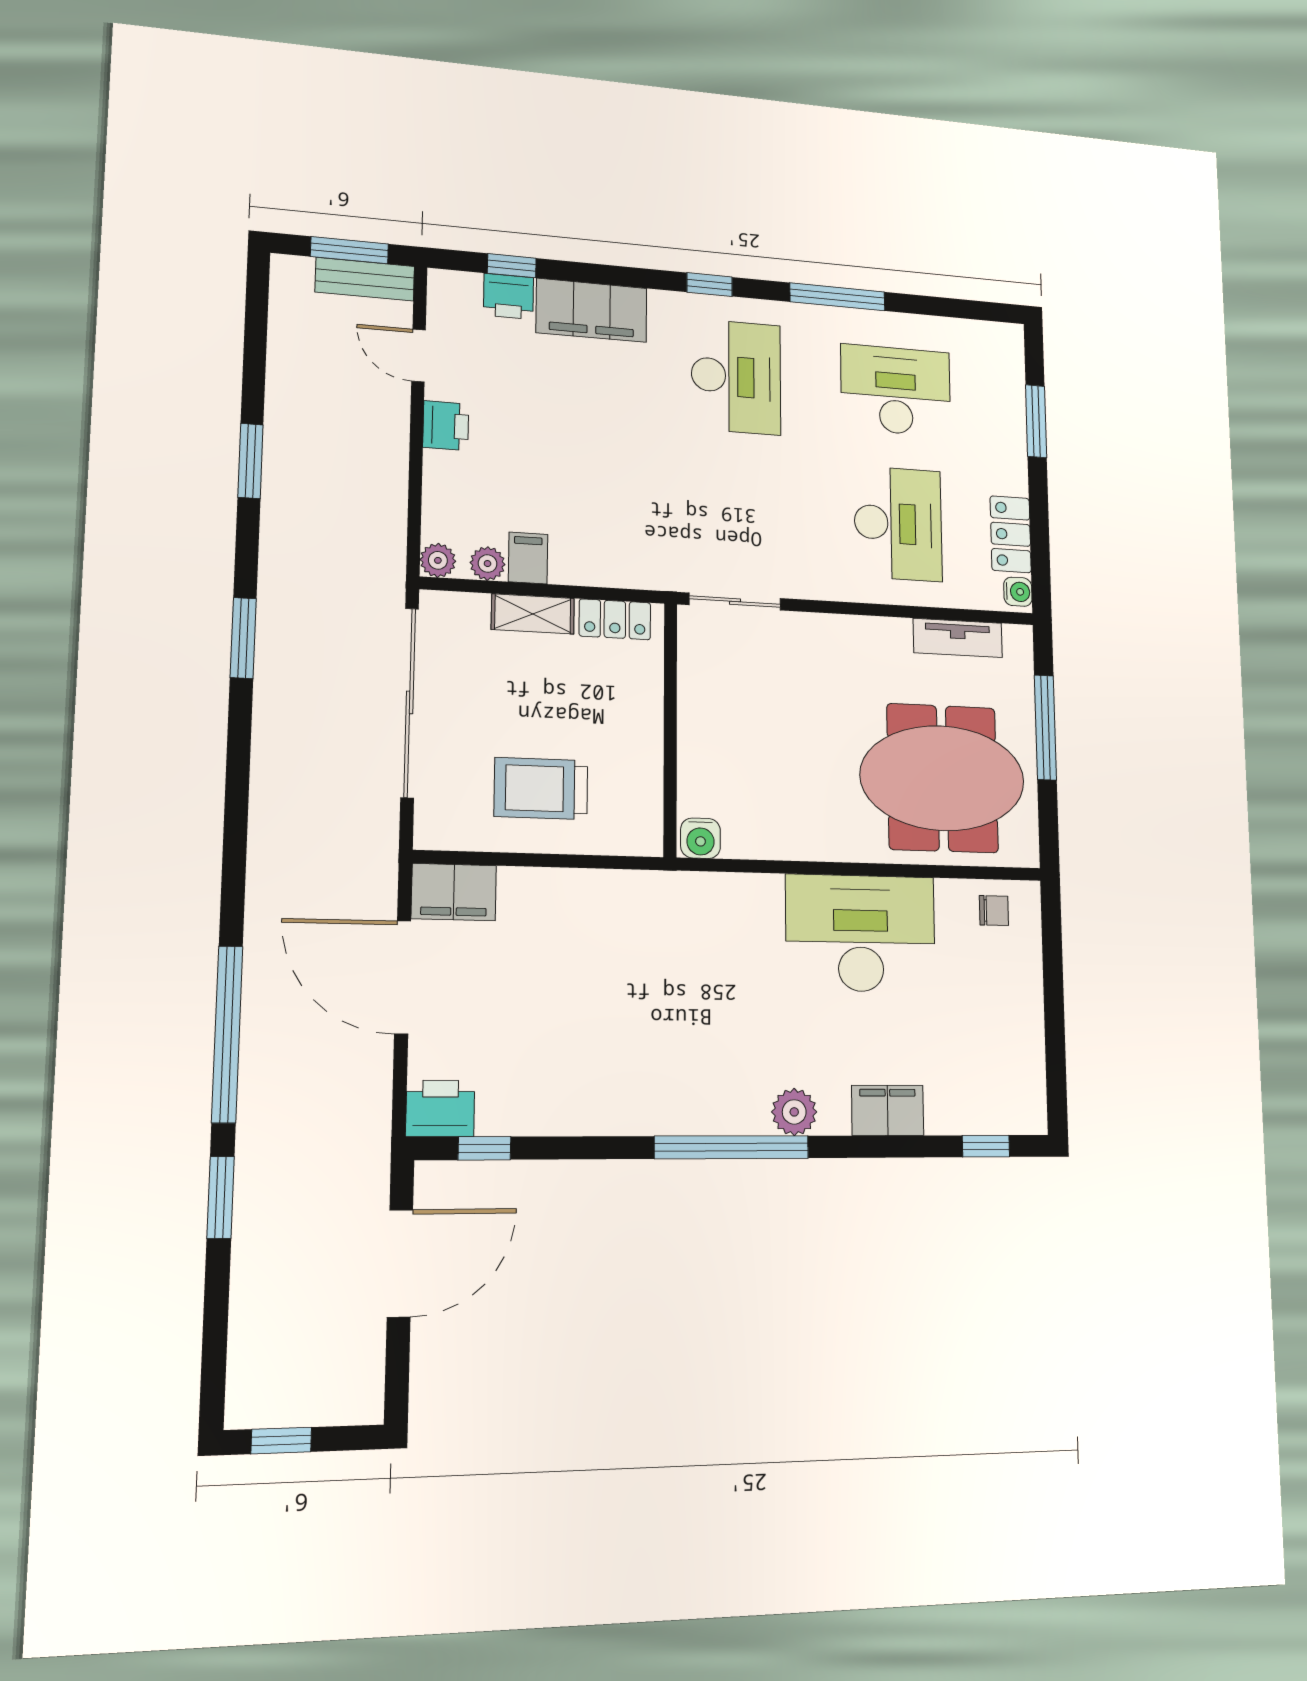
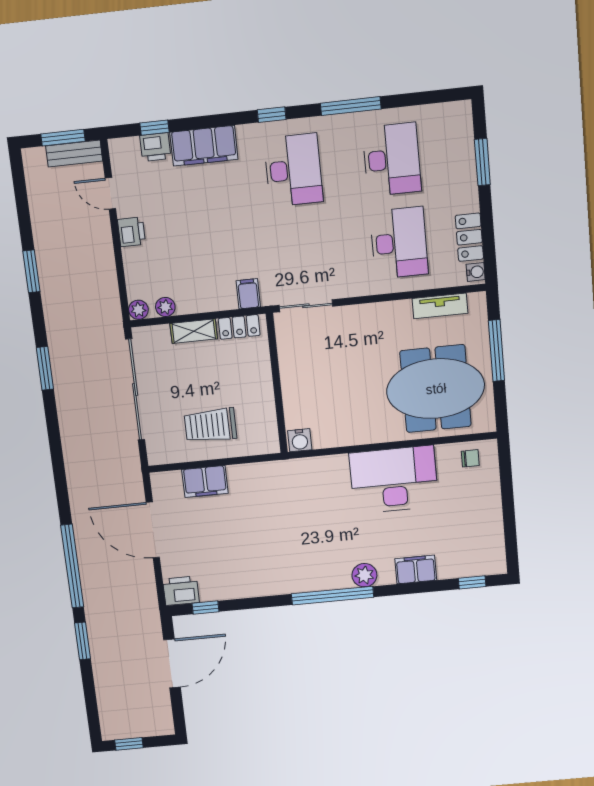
desk: (896, 390) -> (392, 159), turned 90
filing cabinet: (528, 558) -> (248, 294), moved
filing cabinet: (454, 892) -> (205, 481), moved

